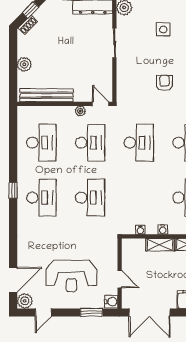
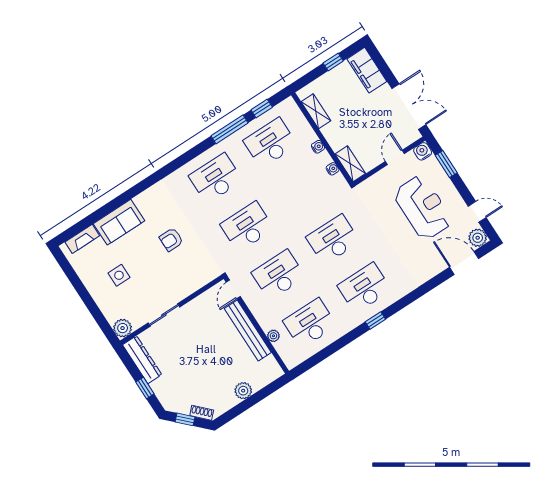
bench: (47, 95) -> (248, 330), moved
plant: (80, 111) -> (273, 336), moved
shelving: (160, 245) -> (350, 164), moved

